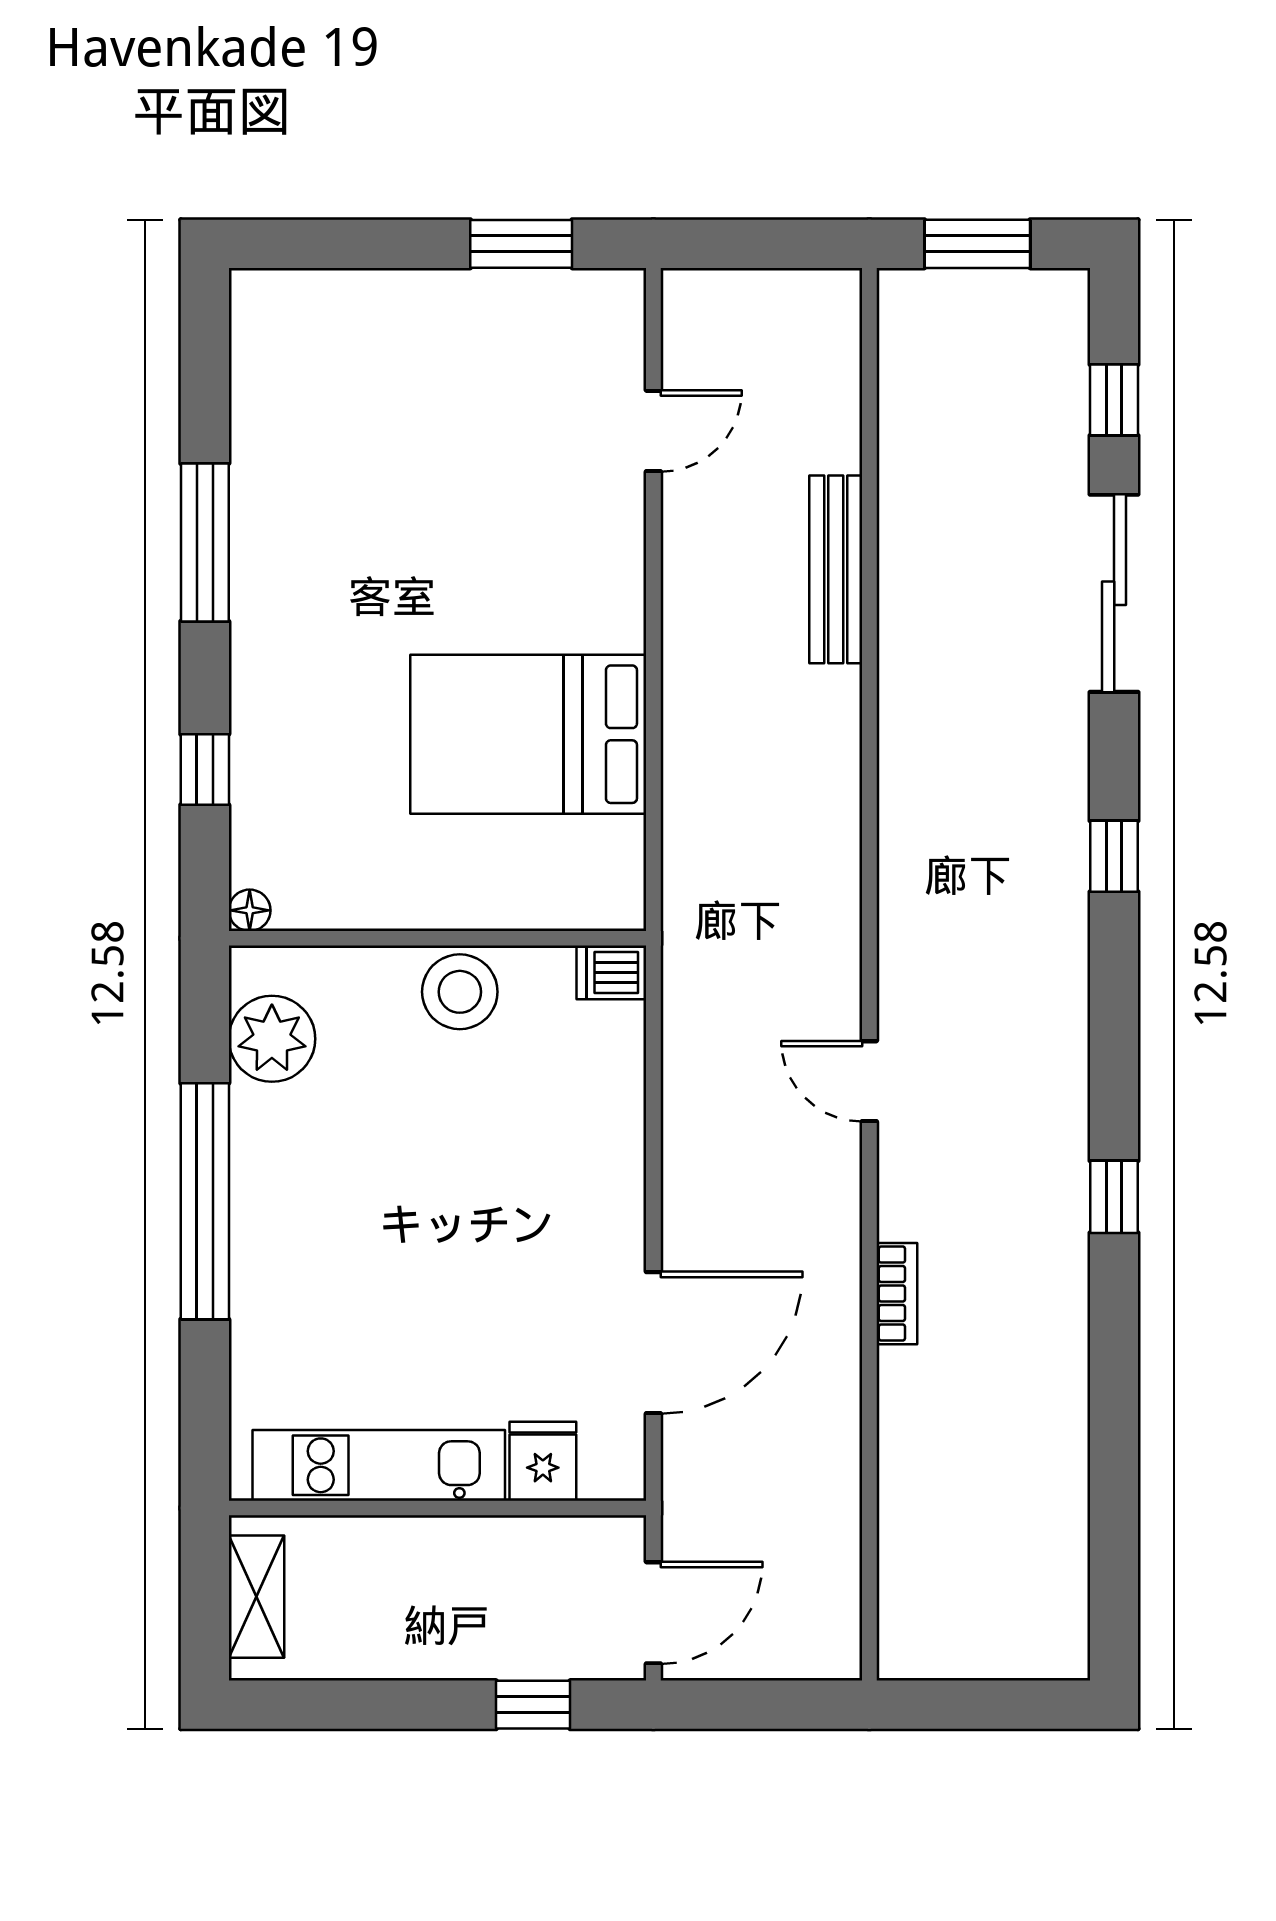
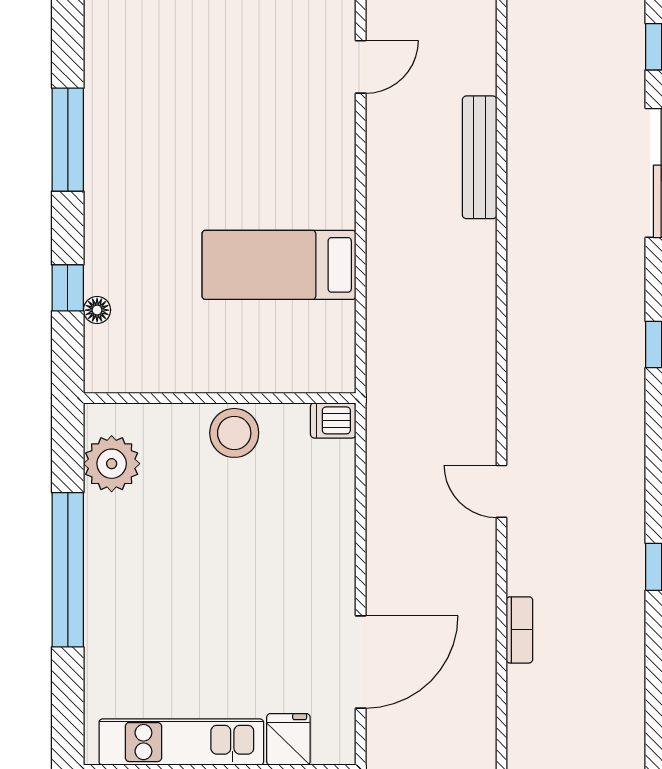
bed: (528, 734) -> (279, 265), width x0.67
floor lamp: (250, 910) -> (97, 310), moved

